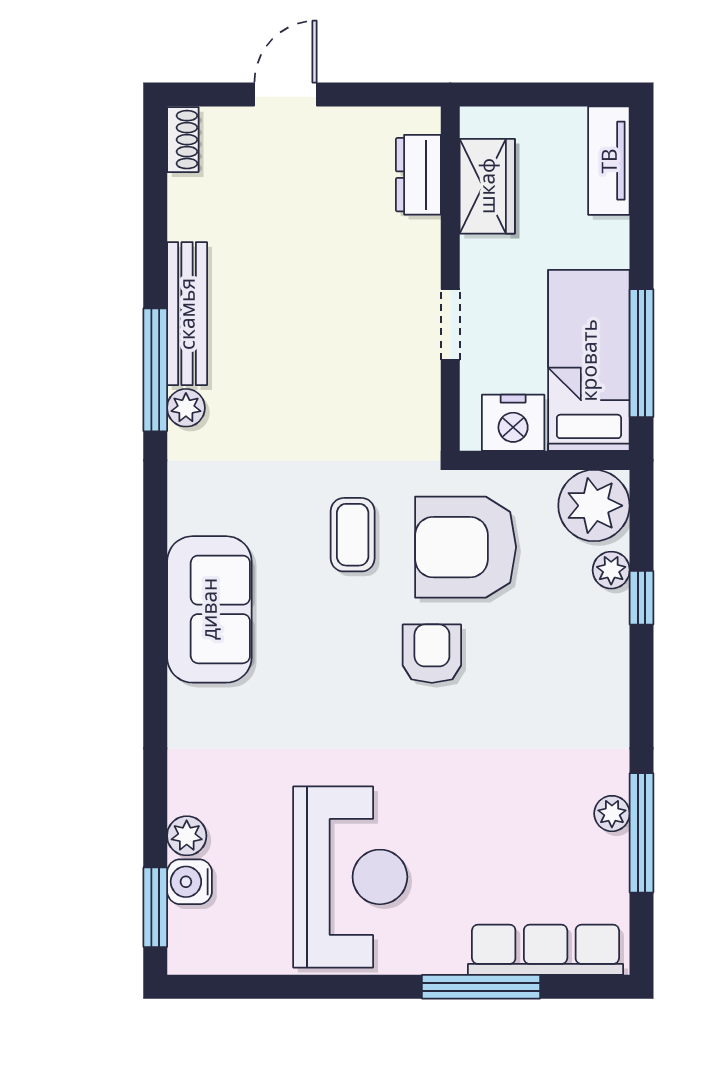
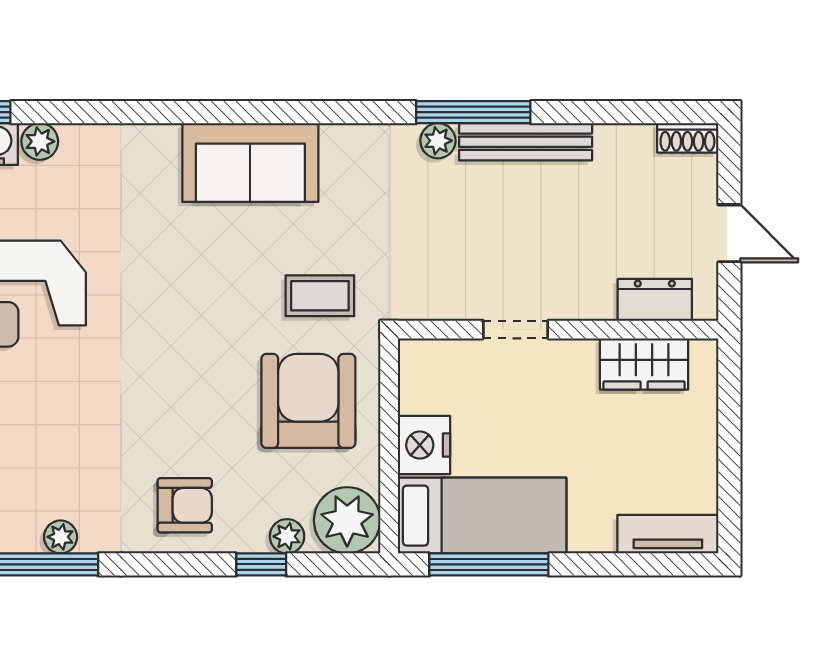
dresser: (418, 175) -> (655, 300), moved
wardrobe: (487, 186) -> (644, 364), moved
wall: (450, 279) -> (558, 330), moved
doorway: (450, 324) -> (516, 330), moved
armchair: (432, 654) -> (185, 505), moved

